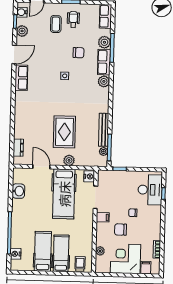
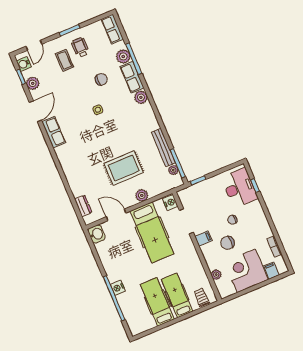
rug: (64, 132) -> (124, 168), turned 90
washbasin: (18, 191) -> (97, 234), moved
nightstand: (16, 254) -> (118, 288), moved

